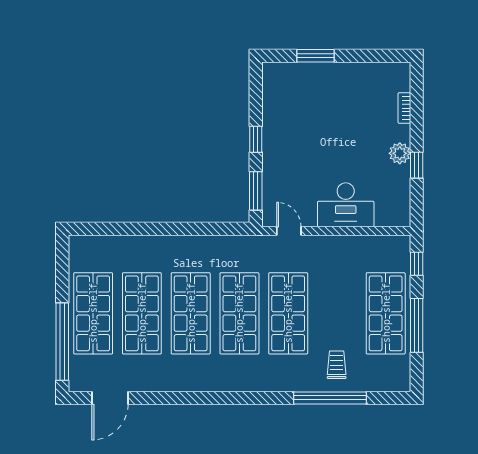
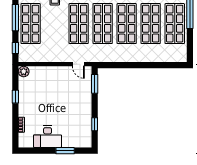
window: (256, 139) -> (95, 124), moved
plant: (400, 153) -> (24, 72), moved
desk: (346, 205) -> (48, 137), moved, turned 180

